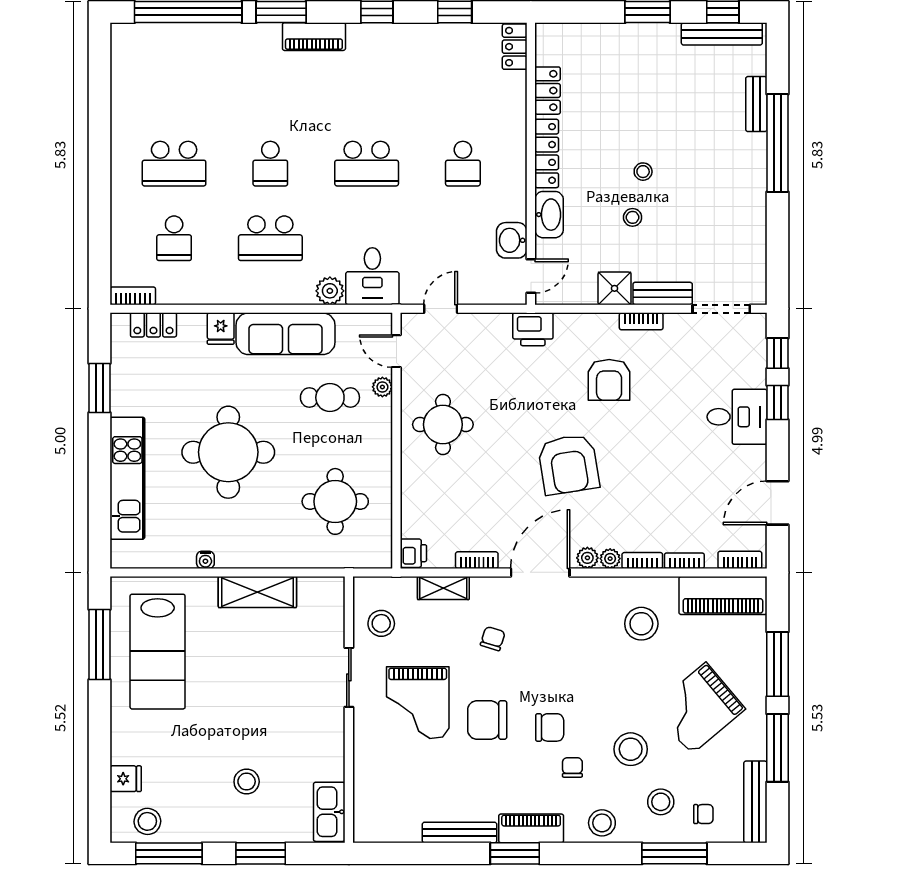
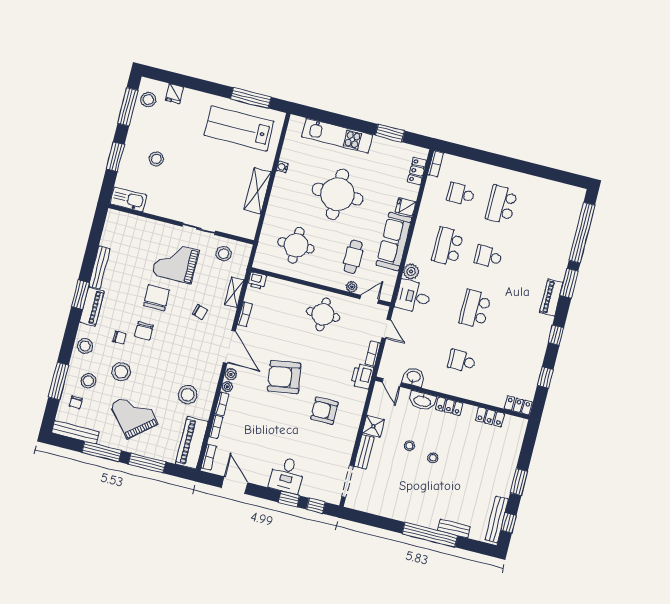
locker: (547, 153) -> (449, 406), width x0.66
bookcase: (641, 321) -> (373, 354), moved

